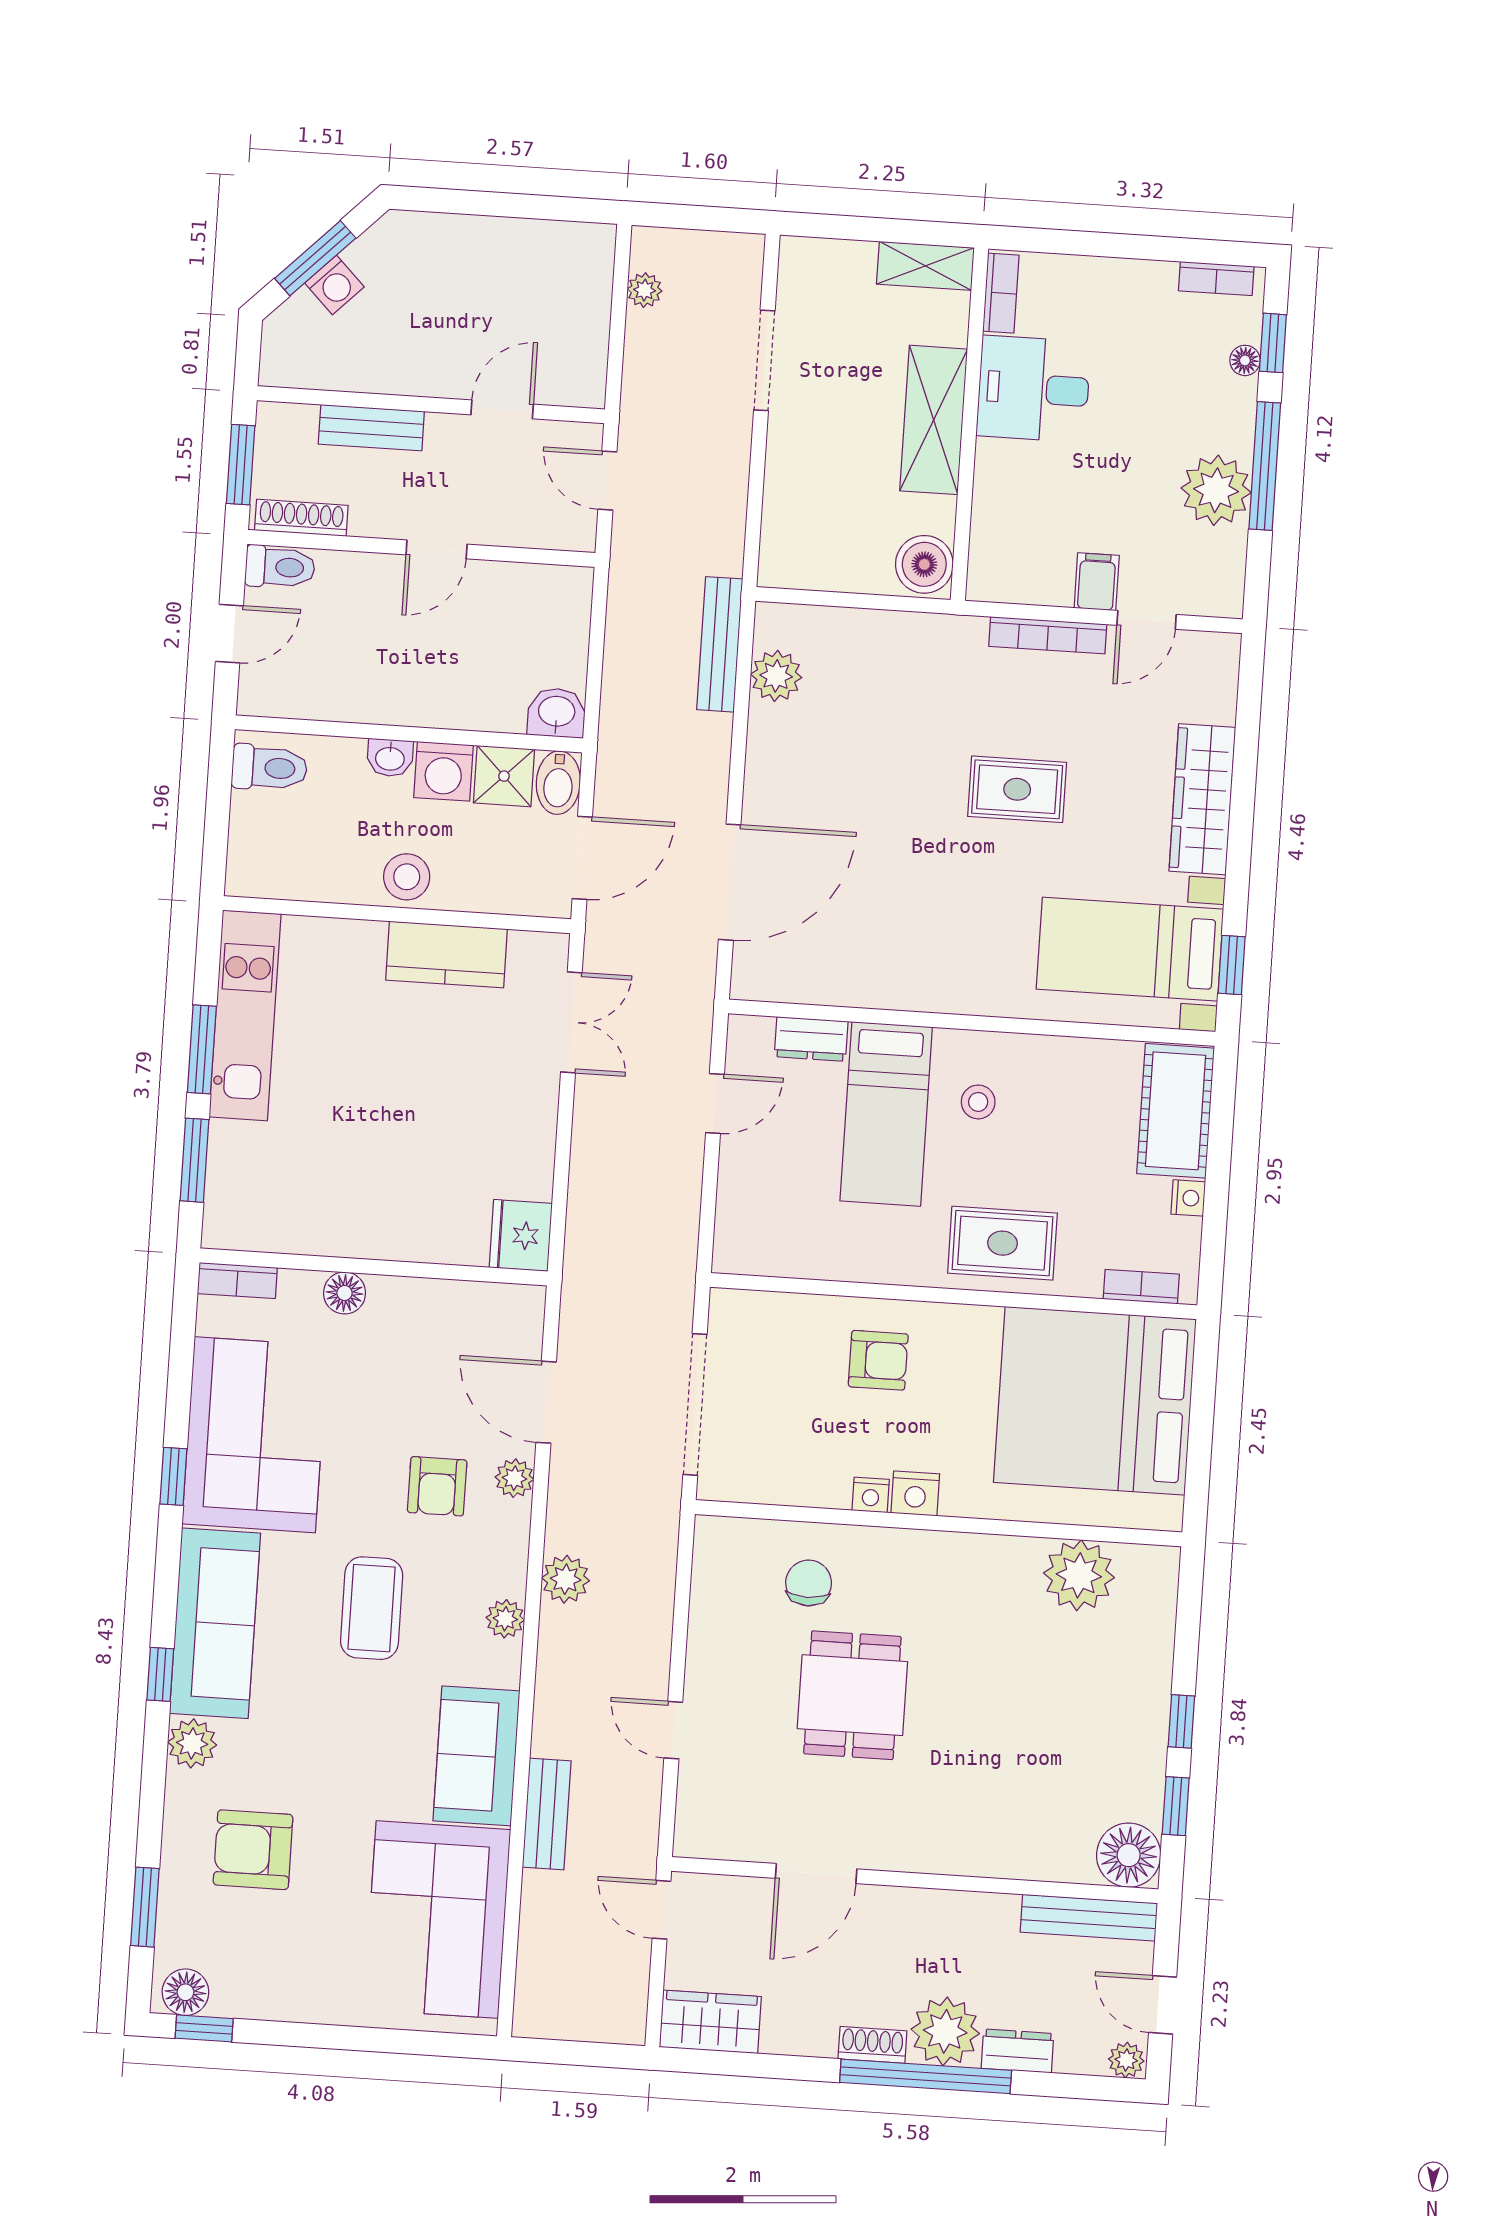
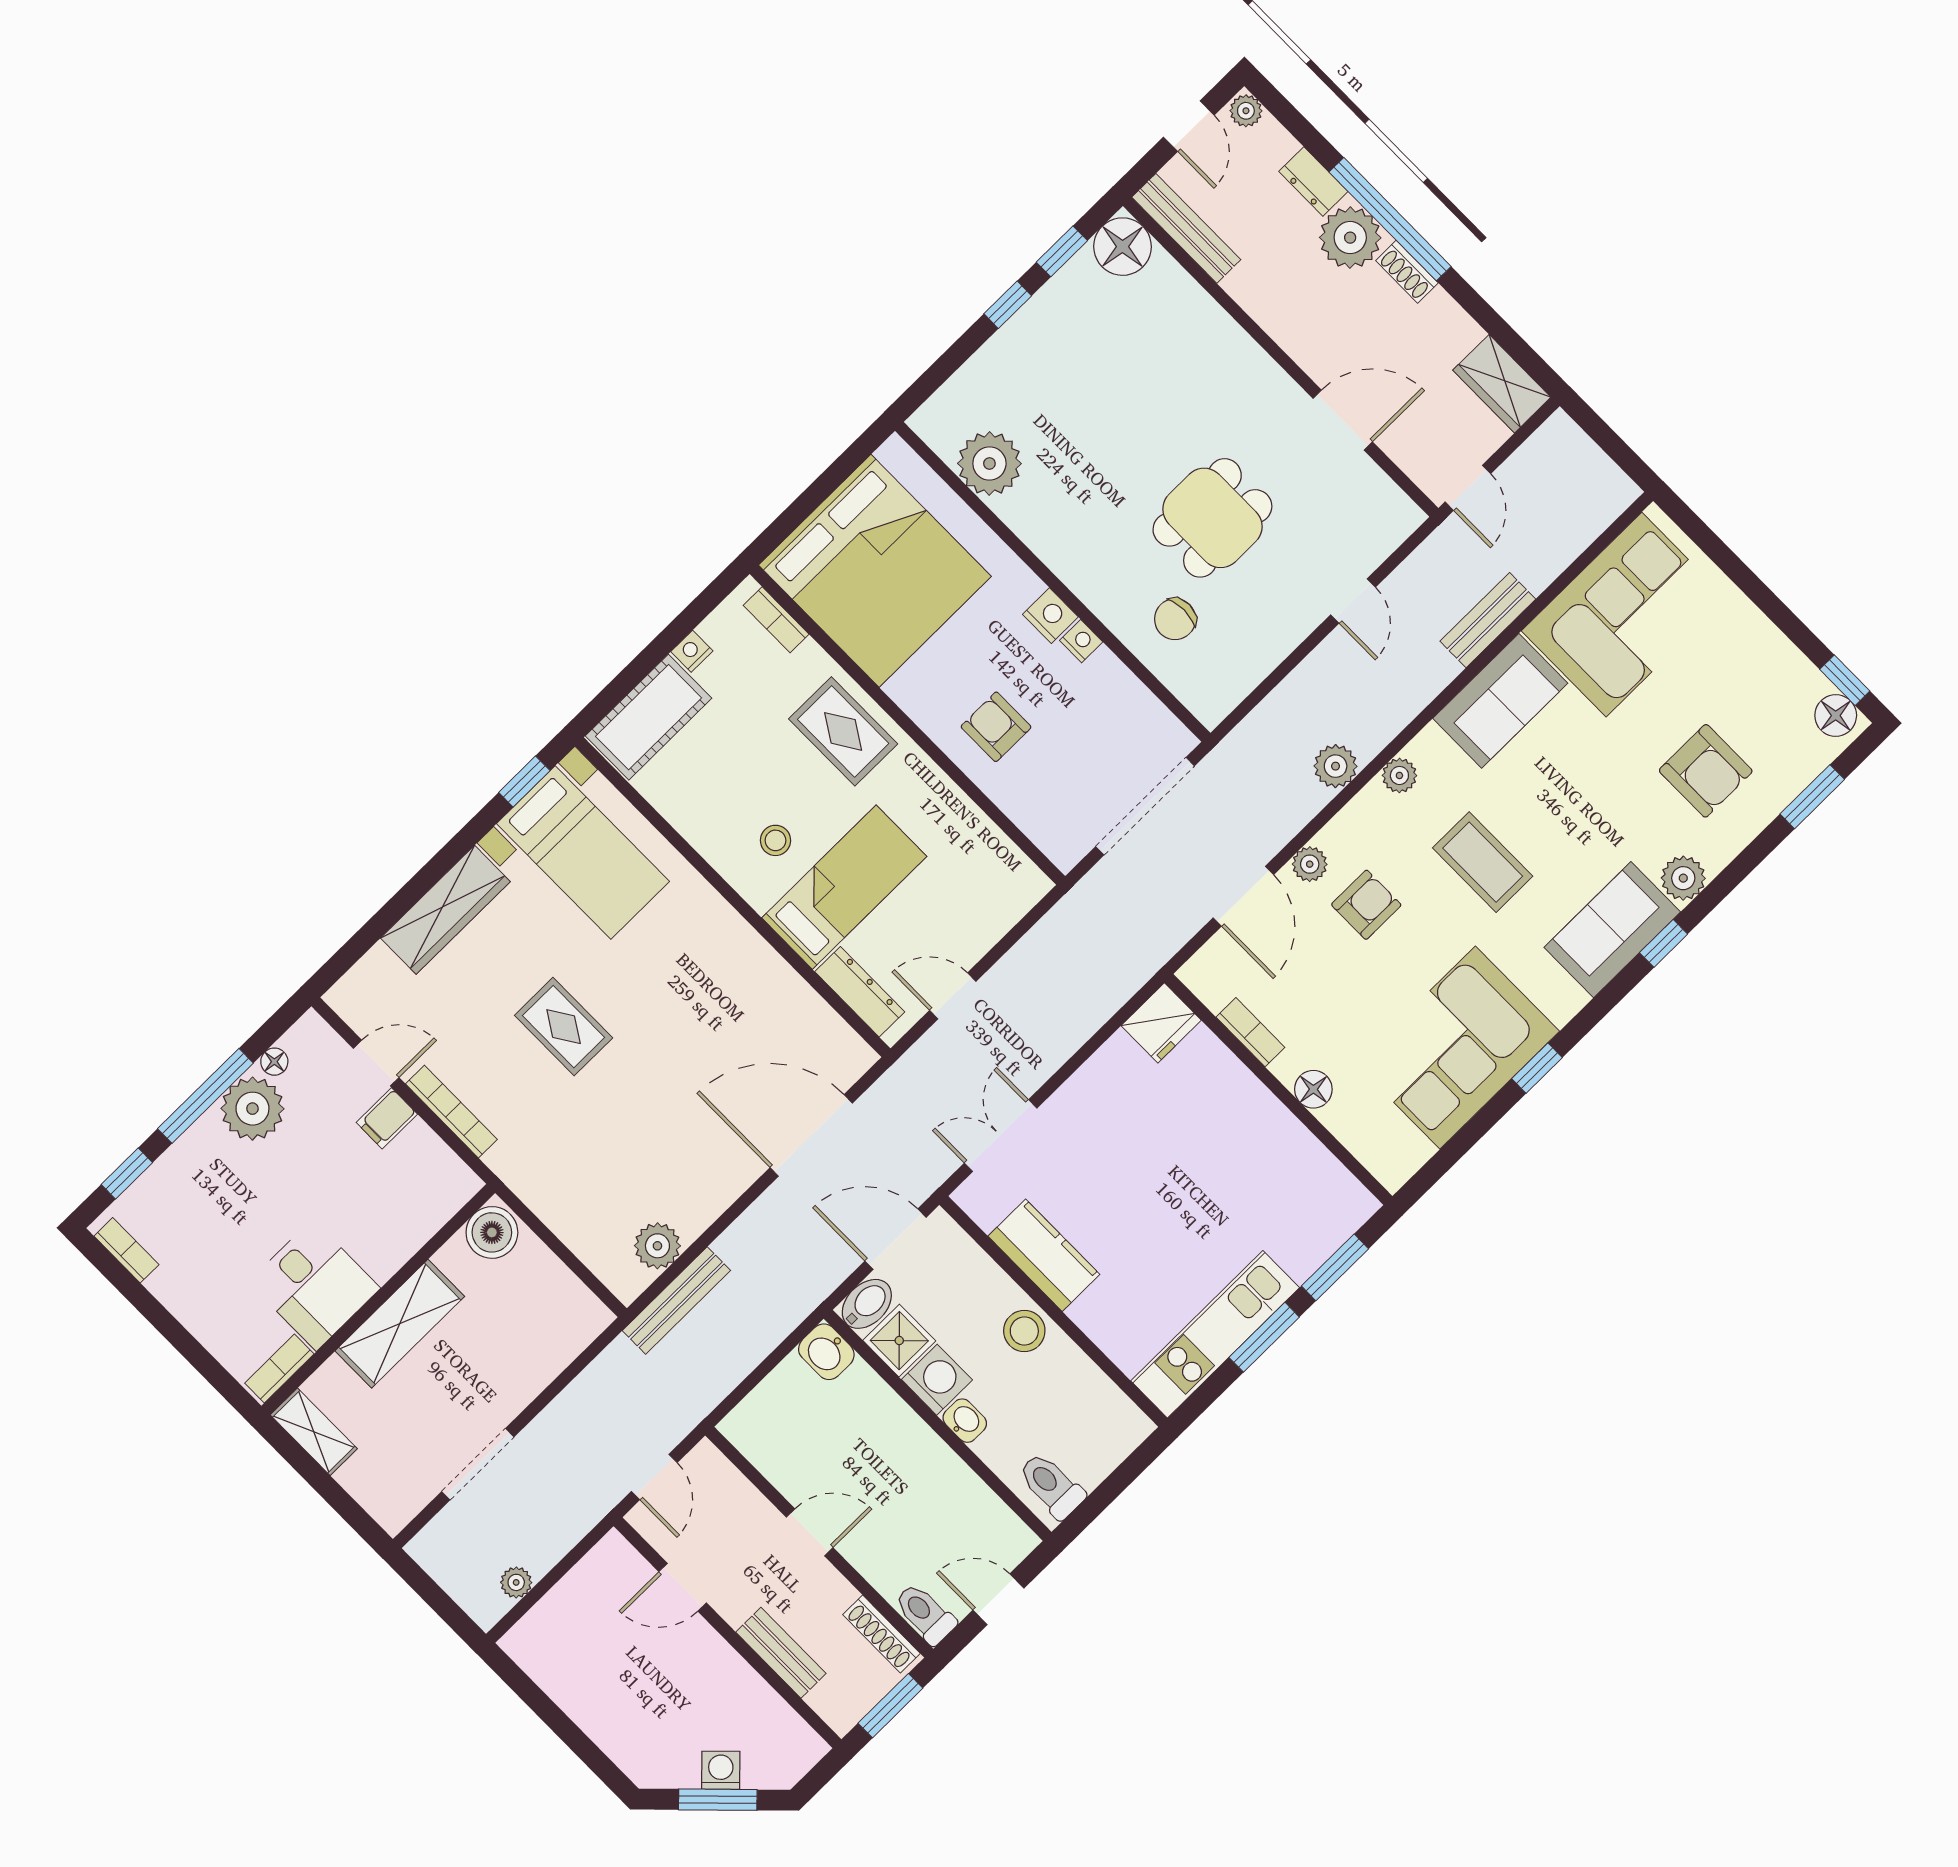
floor lamp: (1245, 360) -> (274, 1062), moved
dresser: (811, 1039) -> (860, 992), width x1.44
bookcase: (237, 1280) -> (1250, 1032), moved
coffee table: (372, 1608) -> (1483, 862), turned 90
sofa: (215, 1623) -> (1612, 930), width x0.73

